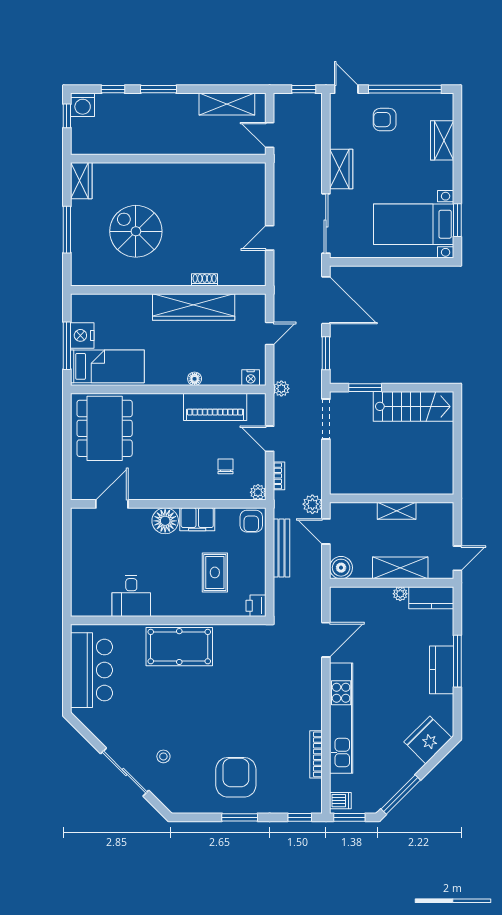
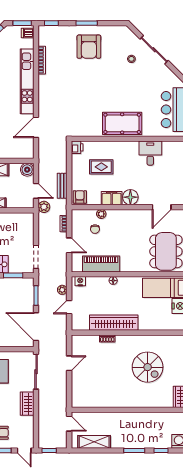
plant: (281, 389) -> (62, 290), moved
plant: (258, 492) -> (101, 214), moved
bench: (282, 548) -> (62, 186), width x0.73
rug: (215, 572) -> (101, 167), turned 90

